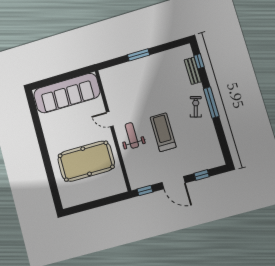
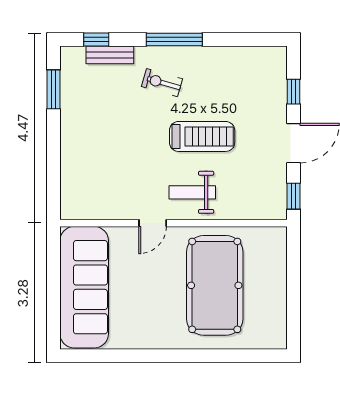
window: (139, 55) -> (54, 89), moved
exercise bike: (196, 107) -> (162, 83), moved
treadmill: (163, 132) -> (202, 136), turned 180

